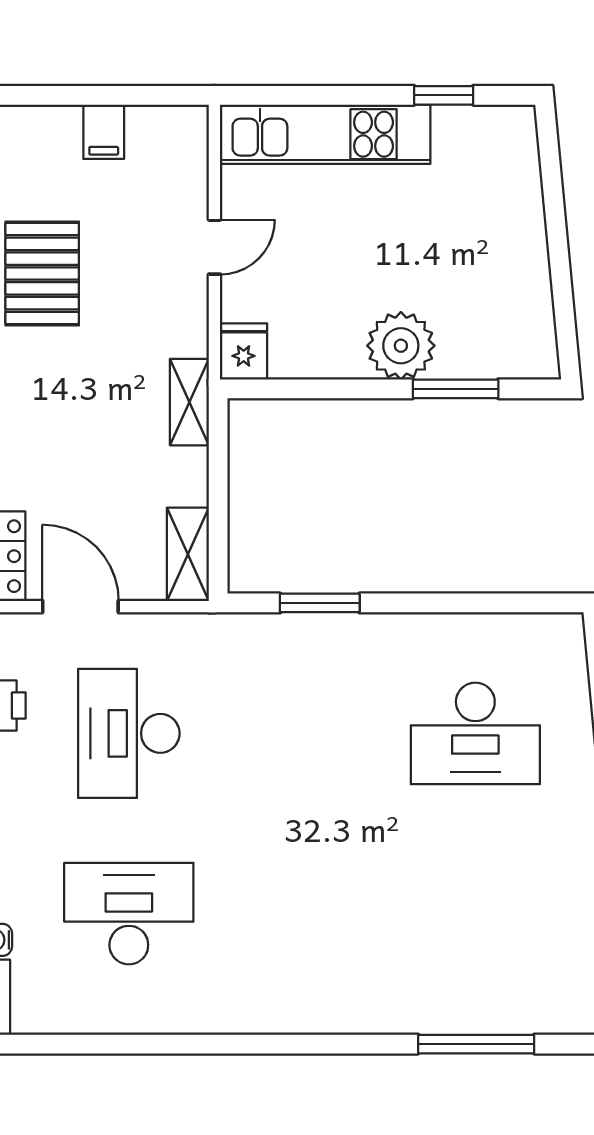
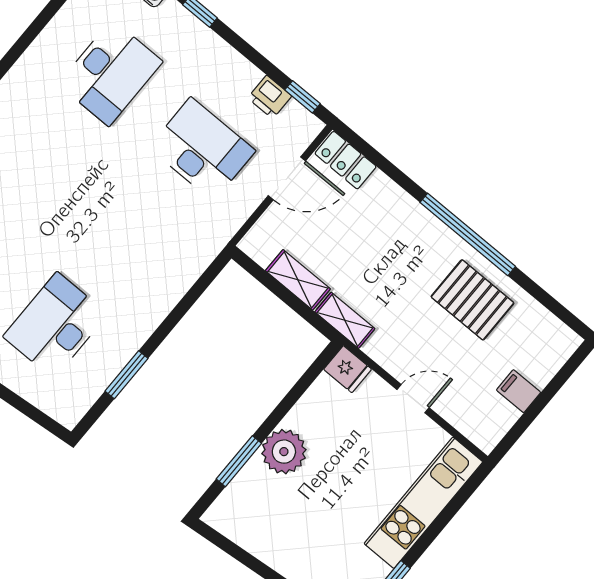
door: (214, 247) -> (413, 399), swing flipped
shelving: (188, 554) -> (298, 280), moved
window: (320, 603) -> (127, 375), moved

